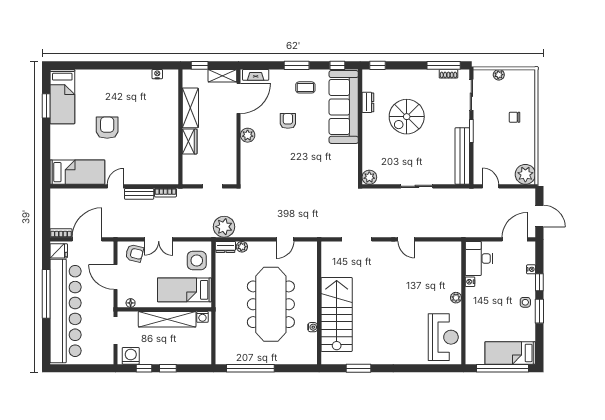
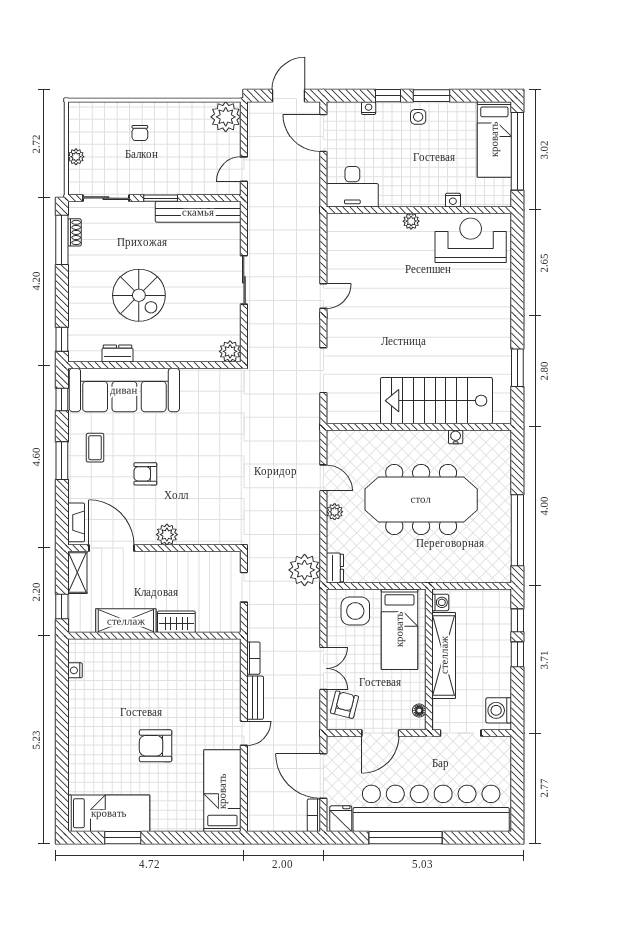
door: (115, 186) -> (244, 733), swing flipped
plant: (242, 247) -> (335, 512), moved
nightstand: (470, 282) -> (453, 200), moved
window: (144, 368) -> (517, 620), moved

